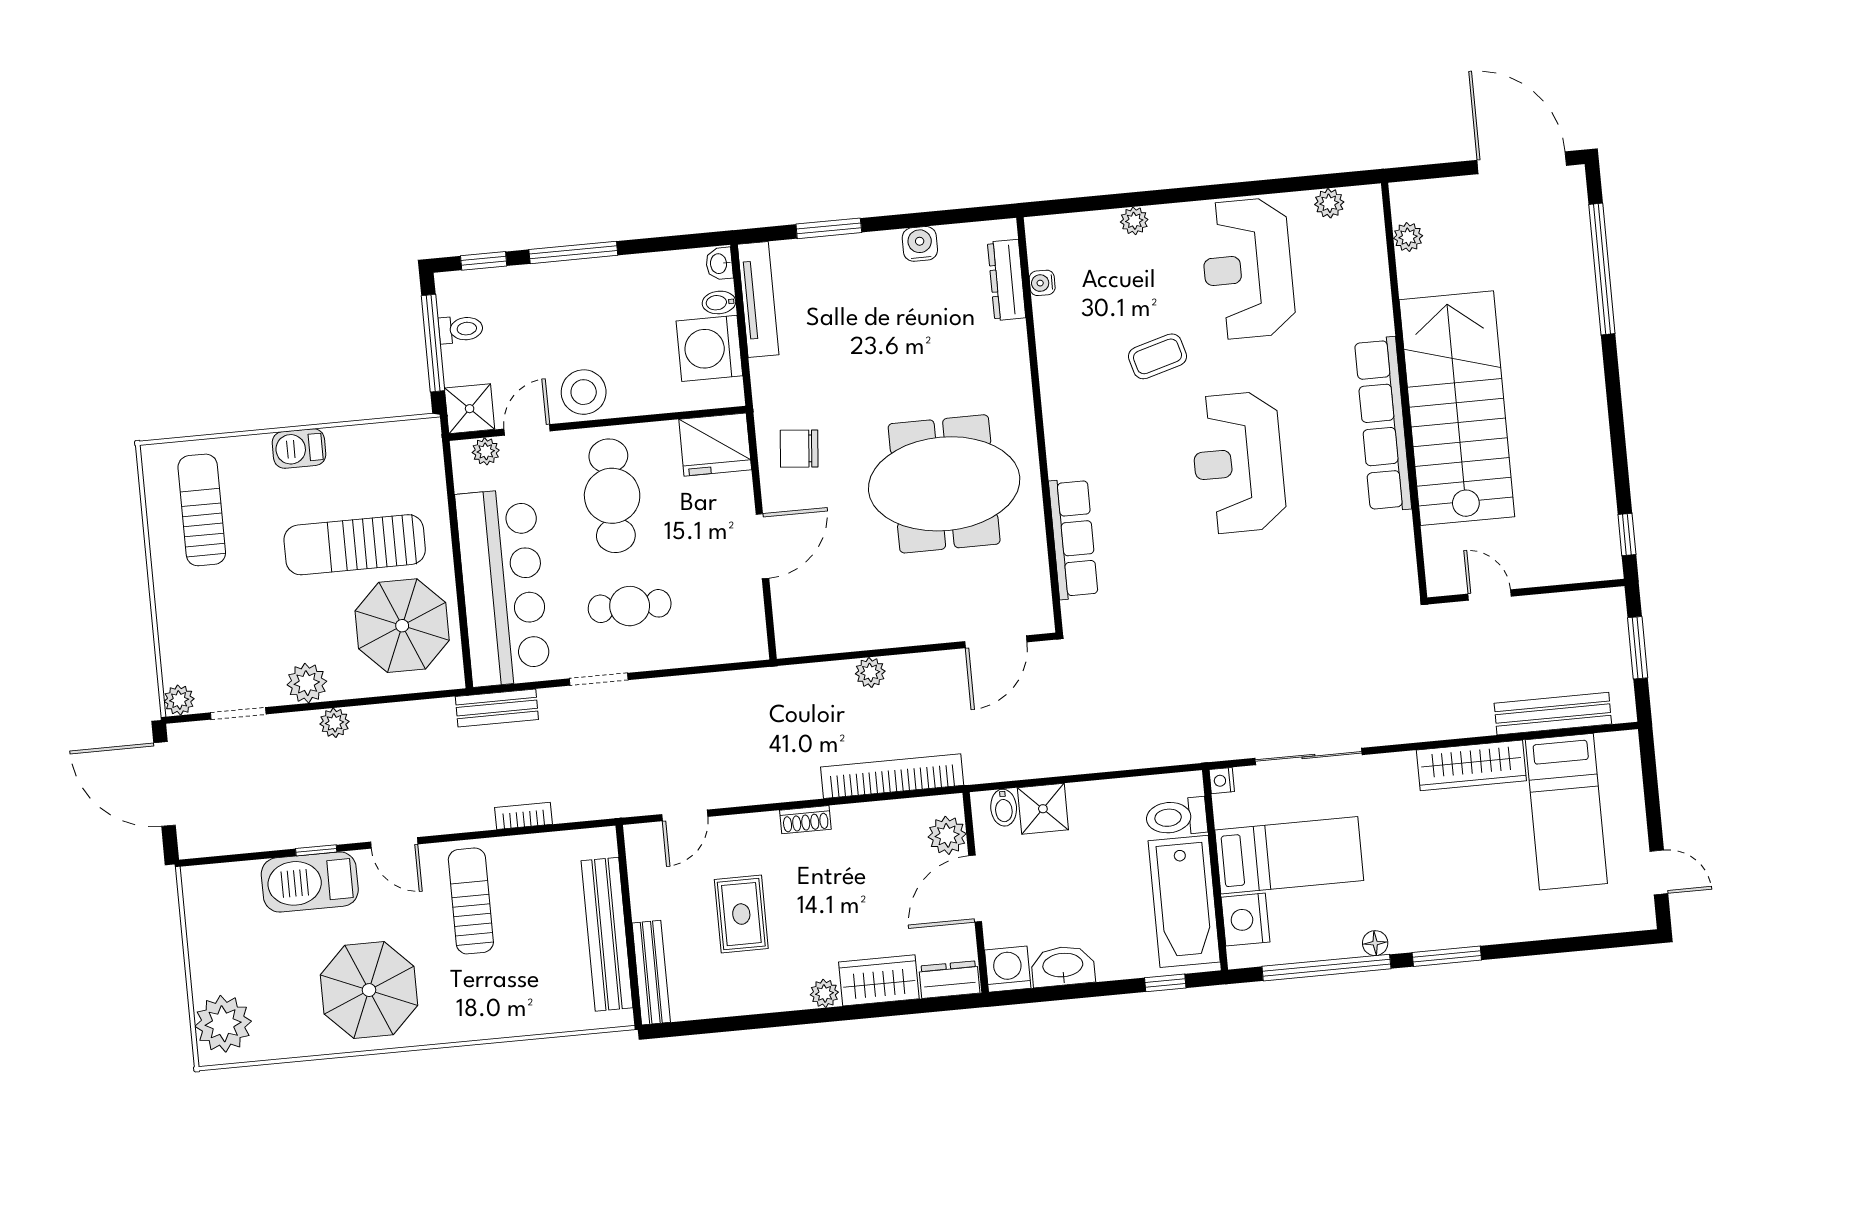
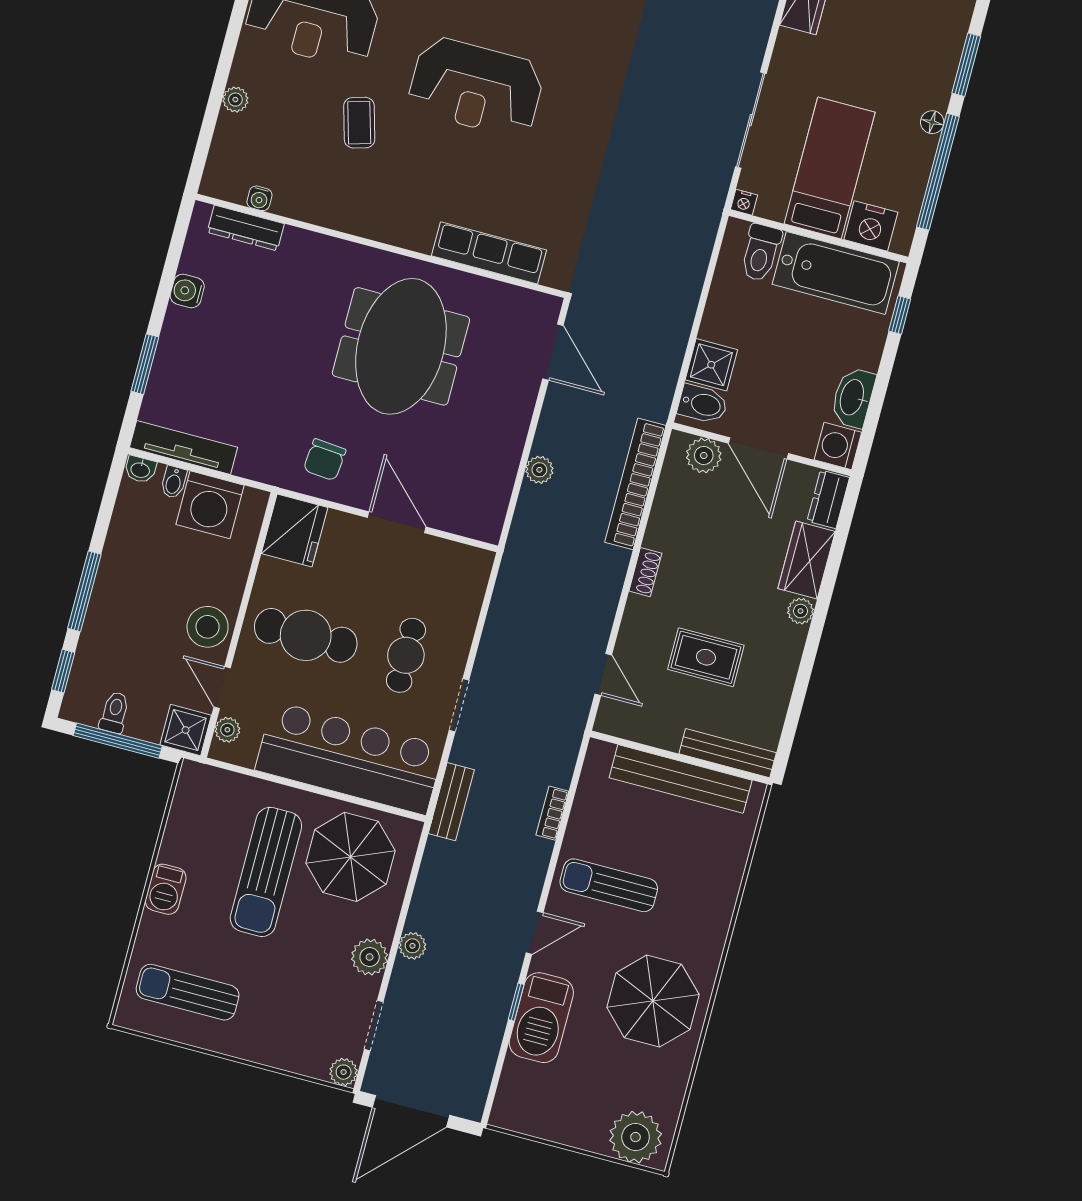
bidet: (1004, 808) -> (703, 404), width x1.38, depth x1.36

